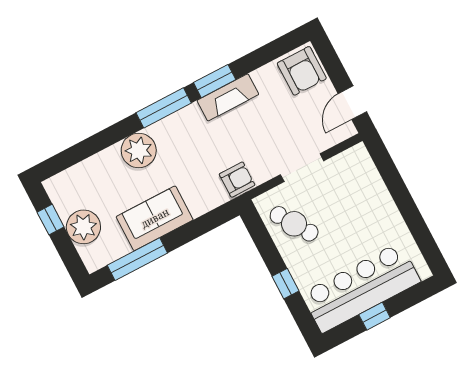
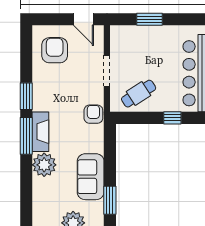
armchair: (302, 71) -> (55, 50), moved, turned -90
fireplace: (228, 97) -> (40, 132), moved
window: (397, 188) -> (150, 19), added
window: (137, 259) -> (110, 200), width x0.69

